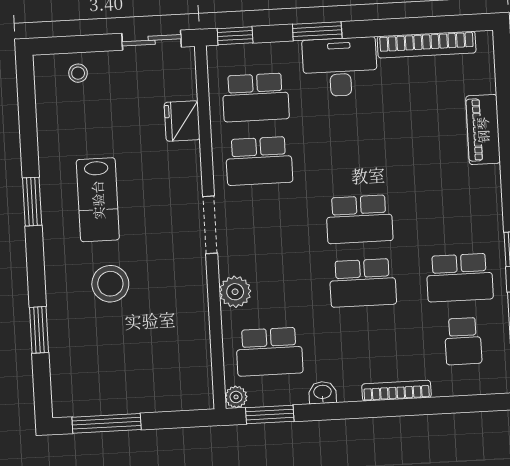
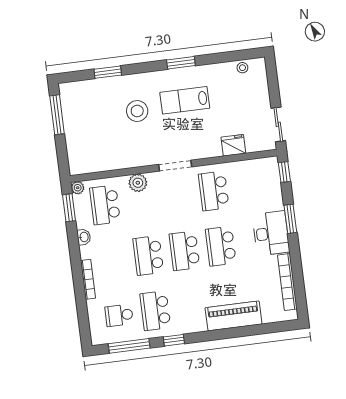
stool: (78, 73) -> (242, 68), moved
school desk: (256, 97) -> (221, 246), moved
piano: (483, 130) -> (234, 316), width x1.37, depth x1.33

